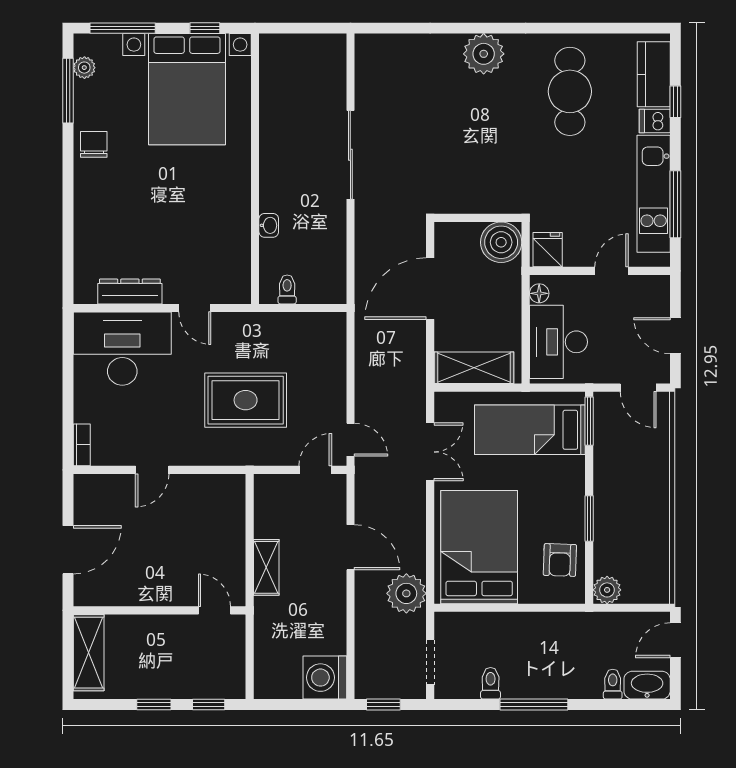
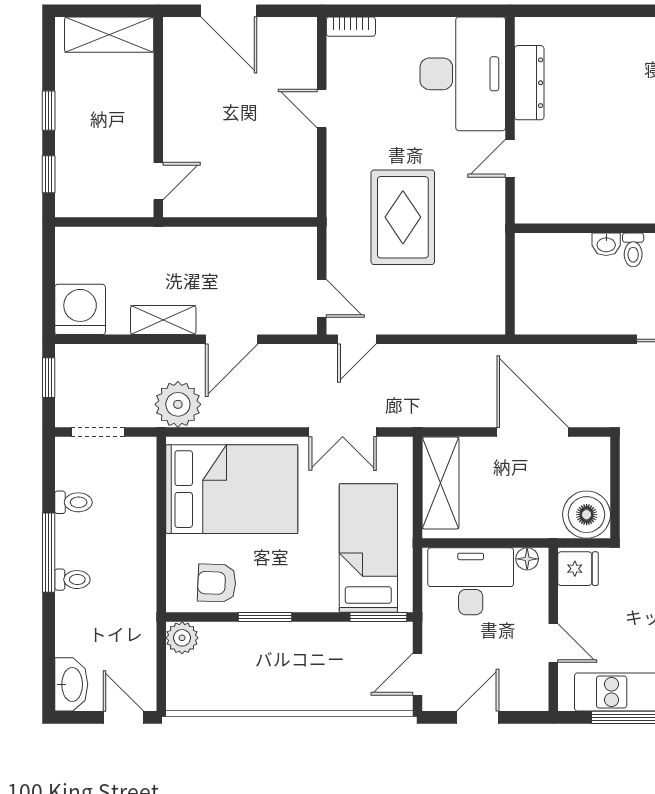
toilet: (287, 289) -> (633, 250), moved, turned 90
shelving: (266, 567) -> (163, 320), moved
toilet: (613, 684) -> (72, 580), moved

